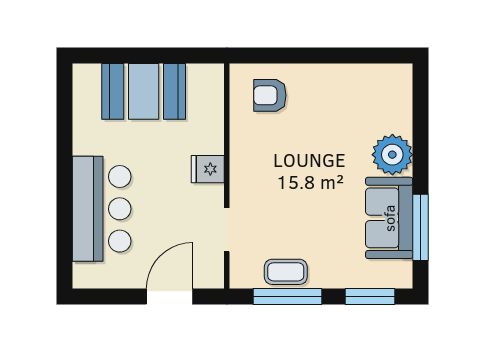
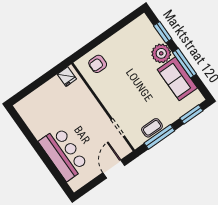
booth: (144, 91) -> (48, 97), removed
window: (421, 120) -> (163, 32), added
fridge: (208, 169) -> (67, 77), moved, turned -90
window: (421, 227) -> (184, 63), moved

